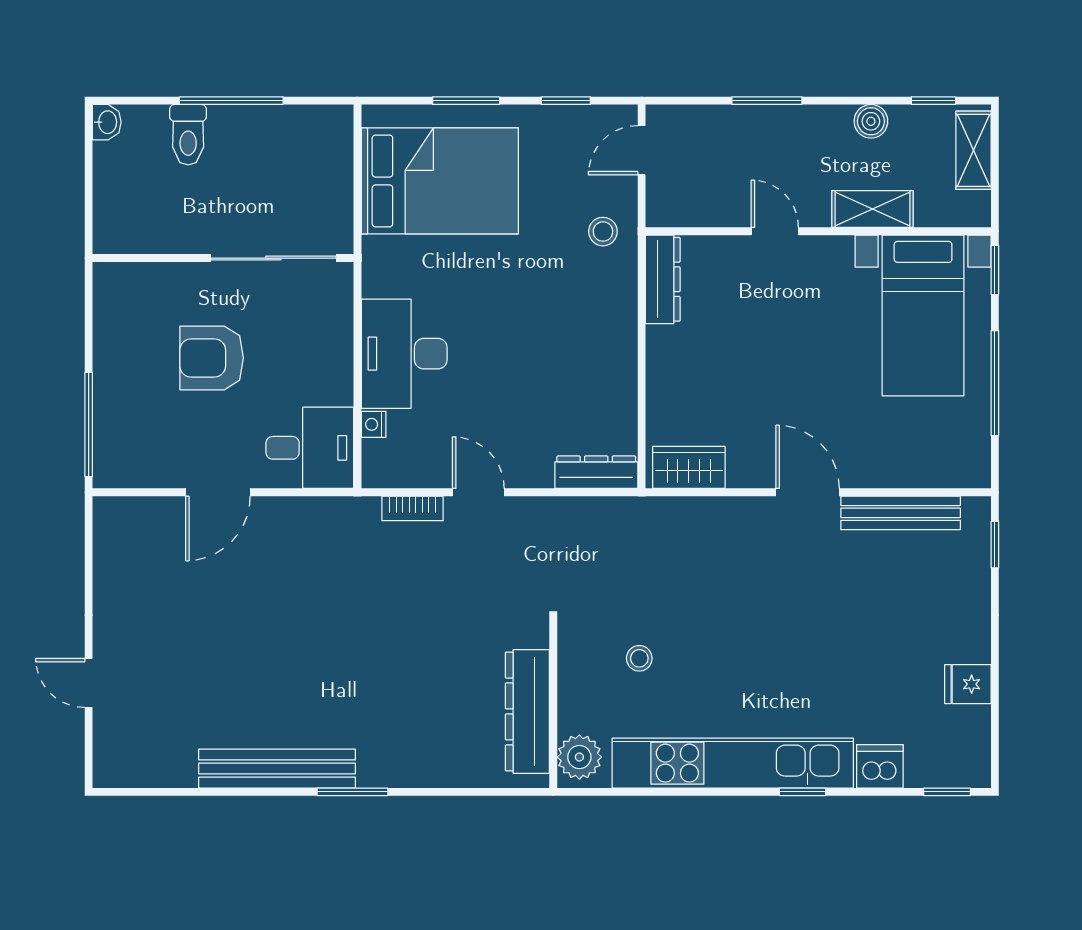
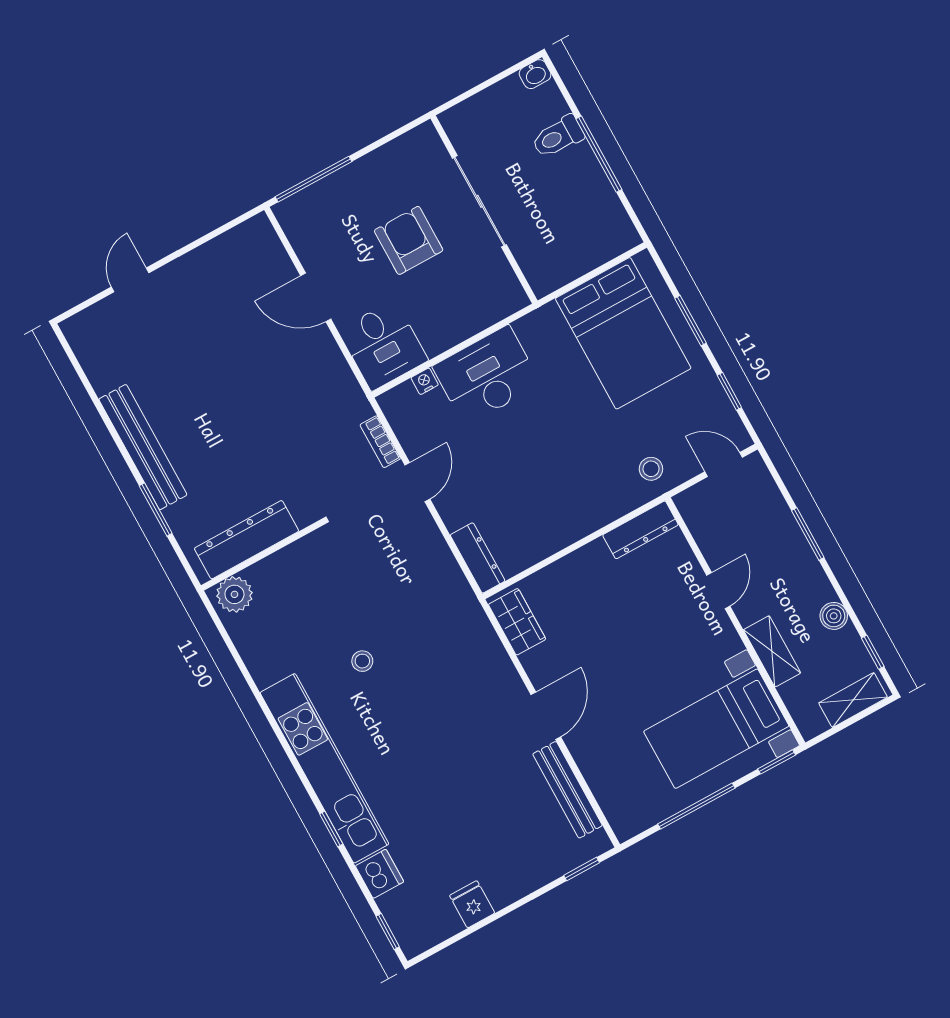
sliding door: (273, 258) -> (479, 201), moved
wall: (553, 704) -> (262, 555), moved
dresser: (527, 711) -> (247, 540), moved
plant: (579, 757) -> (234, 594), moved

